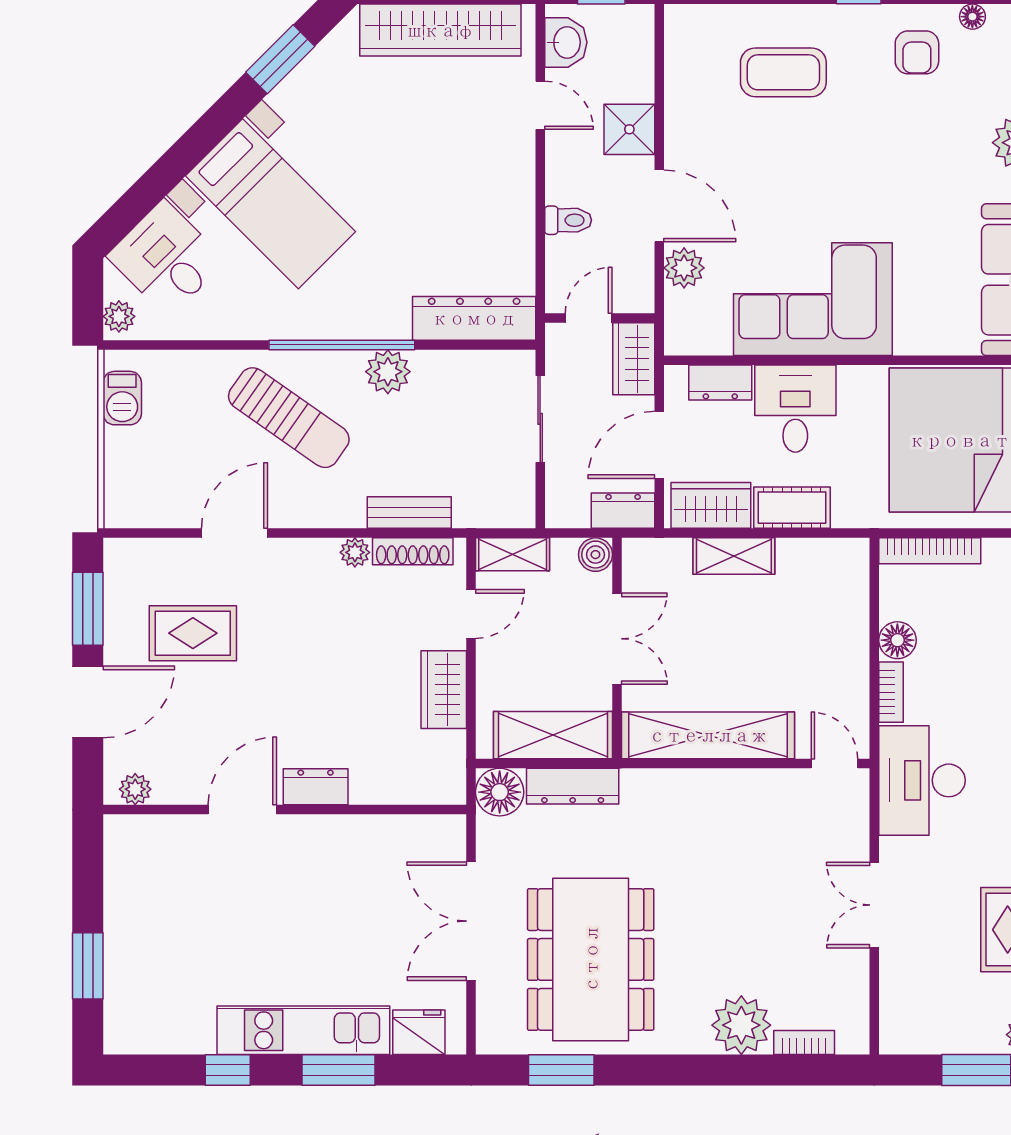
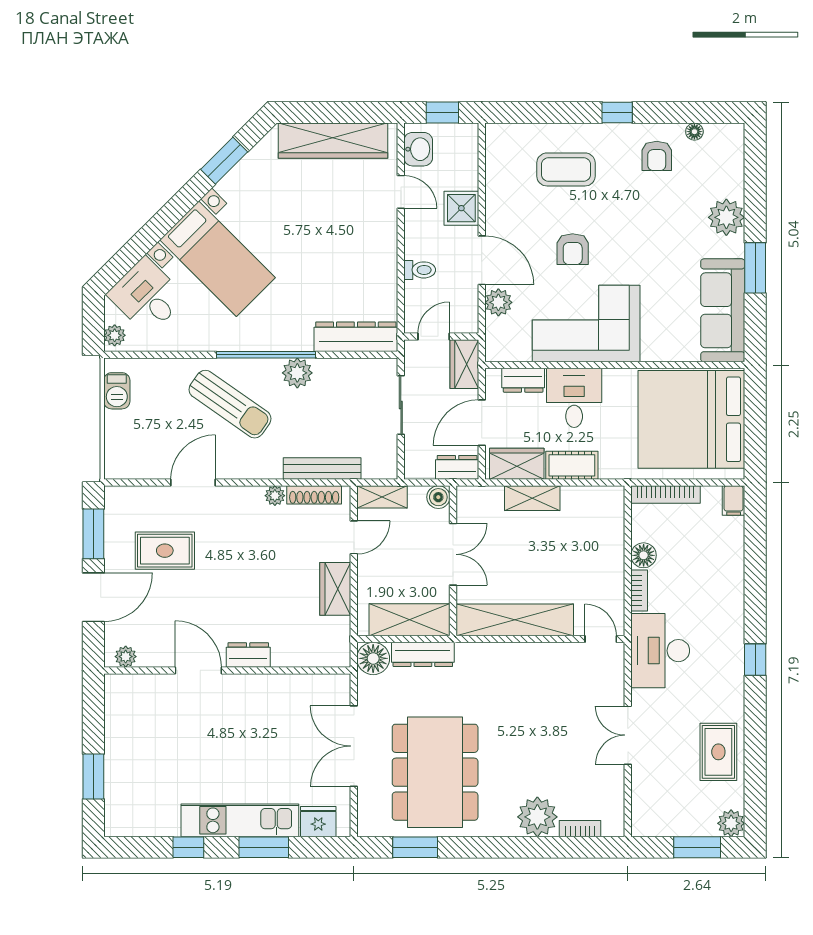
armchair: (793, 190) -> (573, 249), added
bench: (409, 513) -> (322, 469), width x1.36
door: (242, 810) -> (198, 670), hinge flipped

